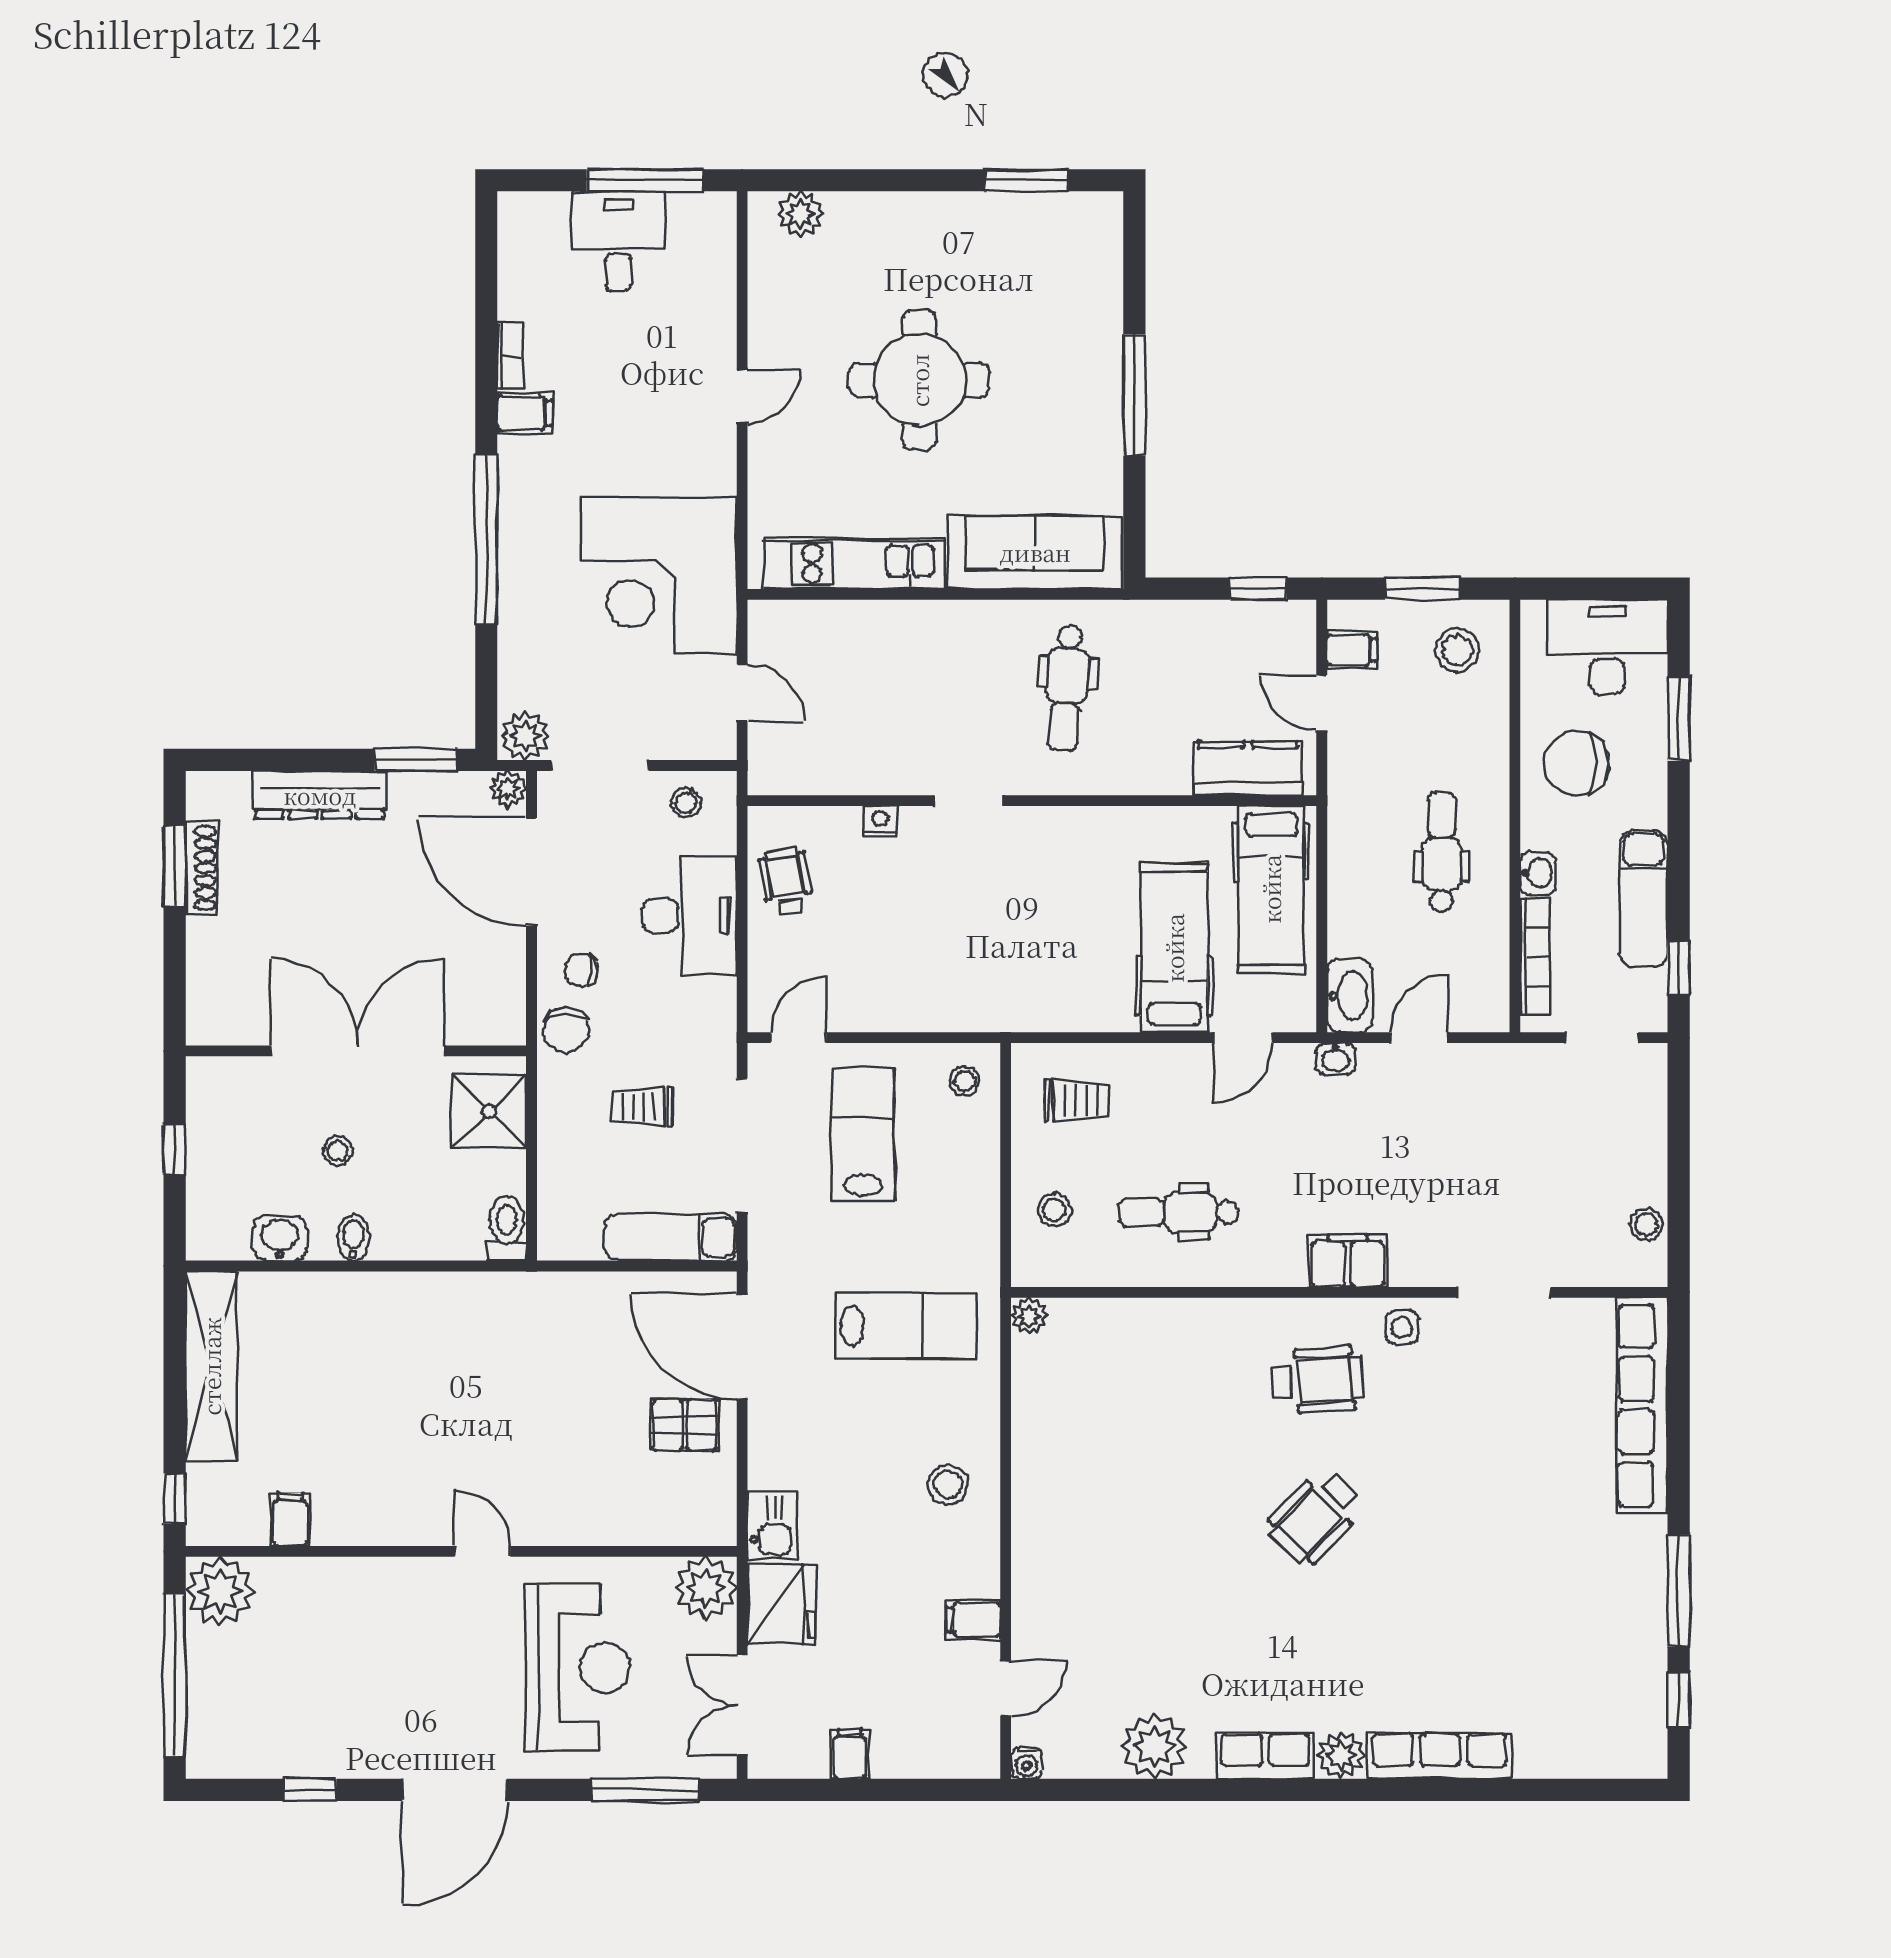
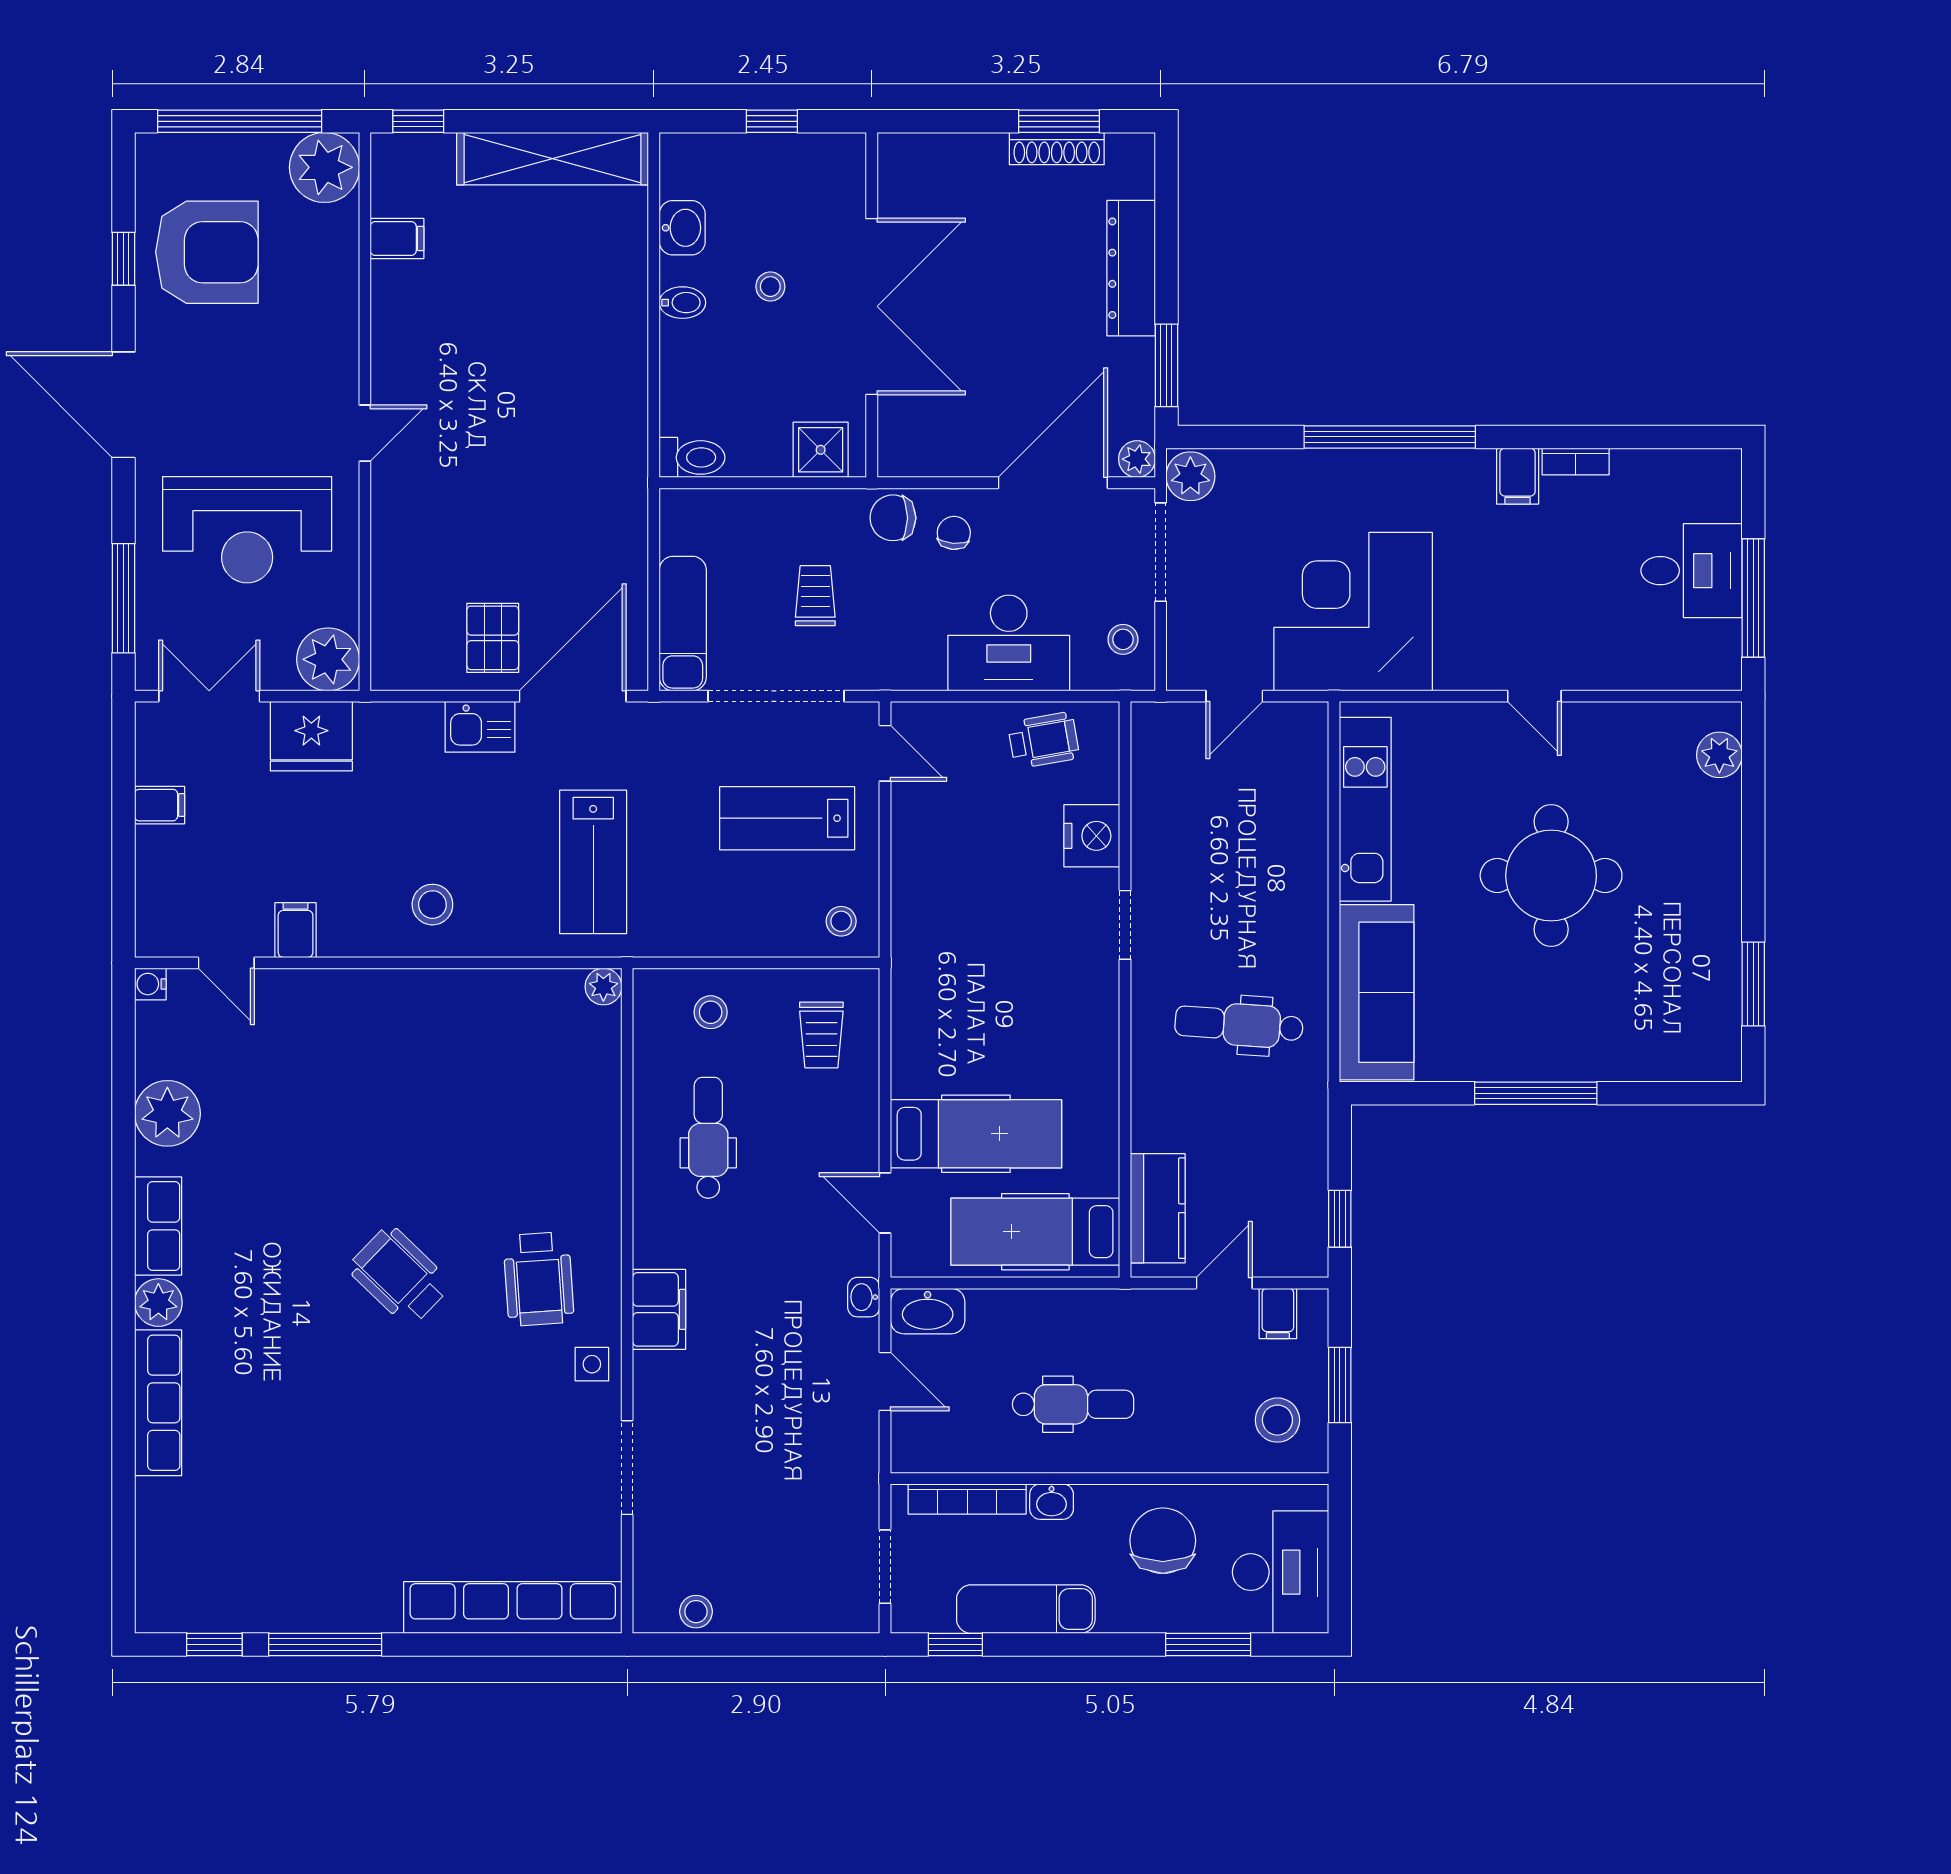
nightstand: (880, 821) -> (1092, 836), width x1.89, depth x1.79
shower: (489, 1111) -> (821, 450), width x0.73, depth x0.73
lab bench: (863, 1134) -> (787, 818), turned 180
kitchen sink: (772, 1526) -> (480, 727), moved
armchair: (304, 1707) -> (207, 252), added

